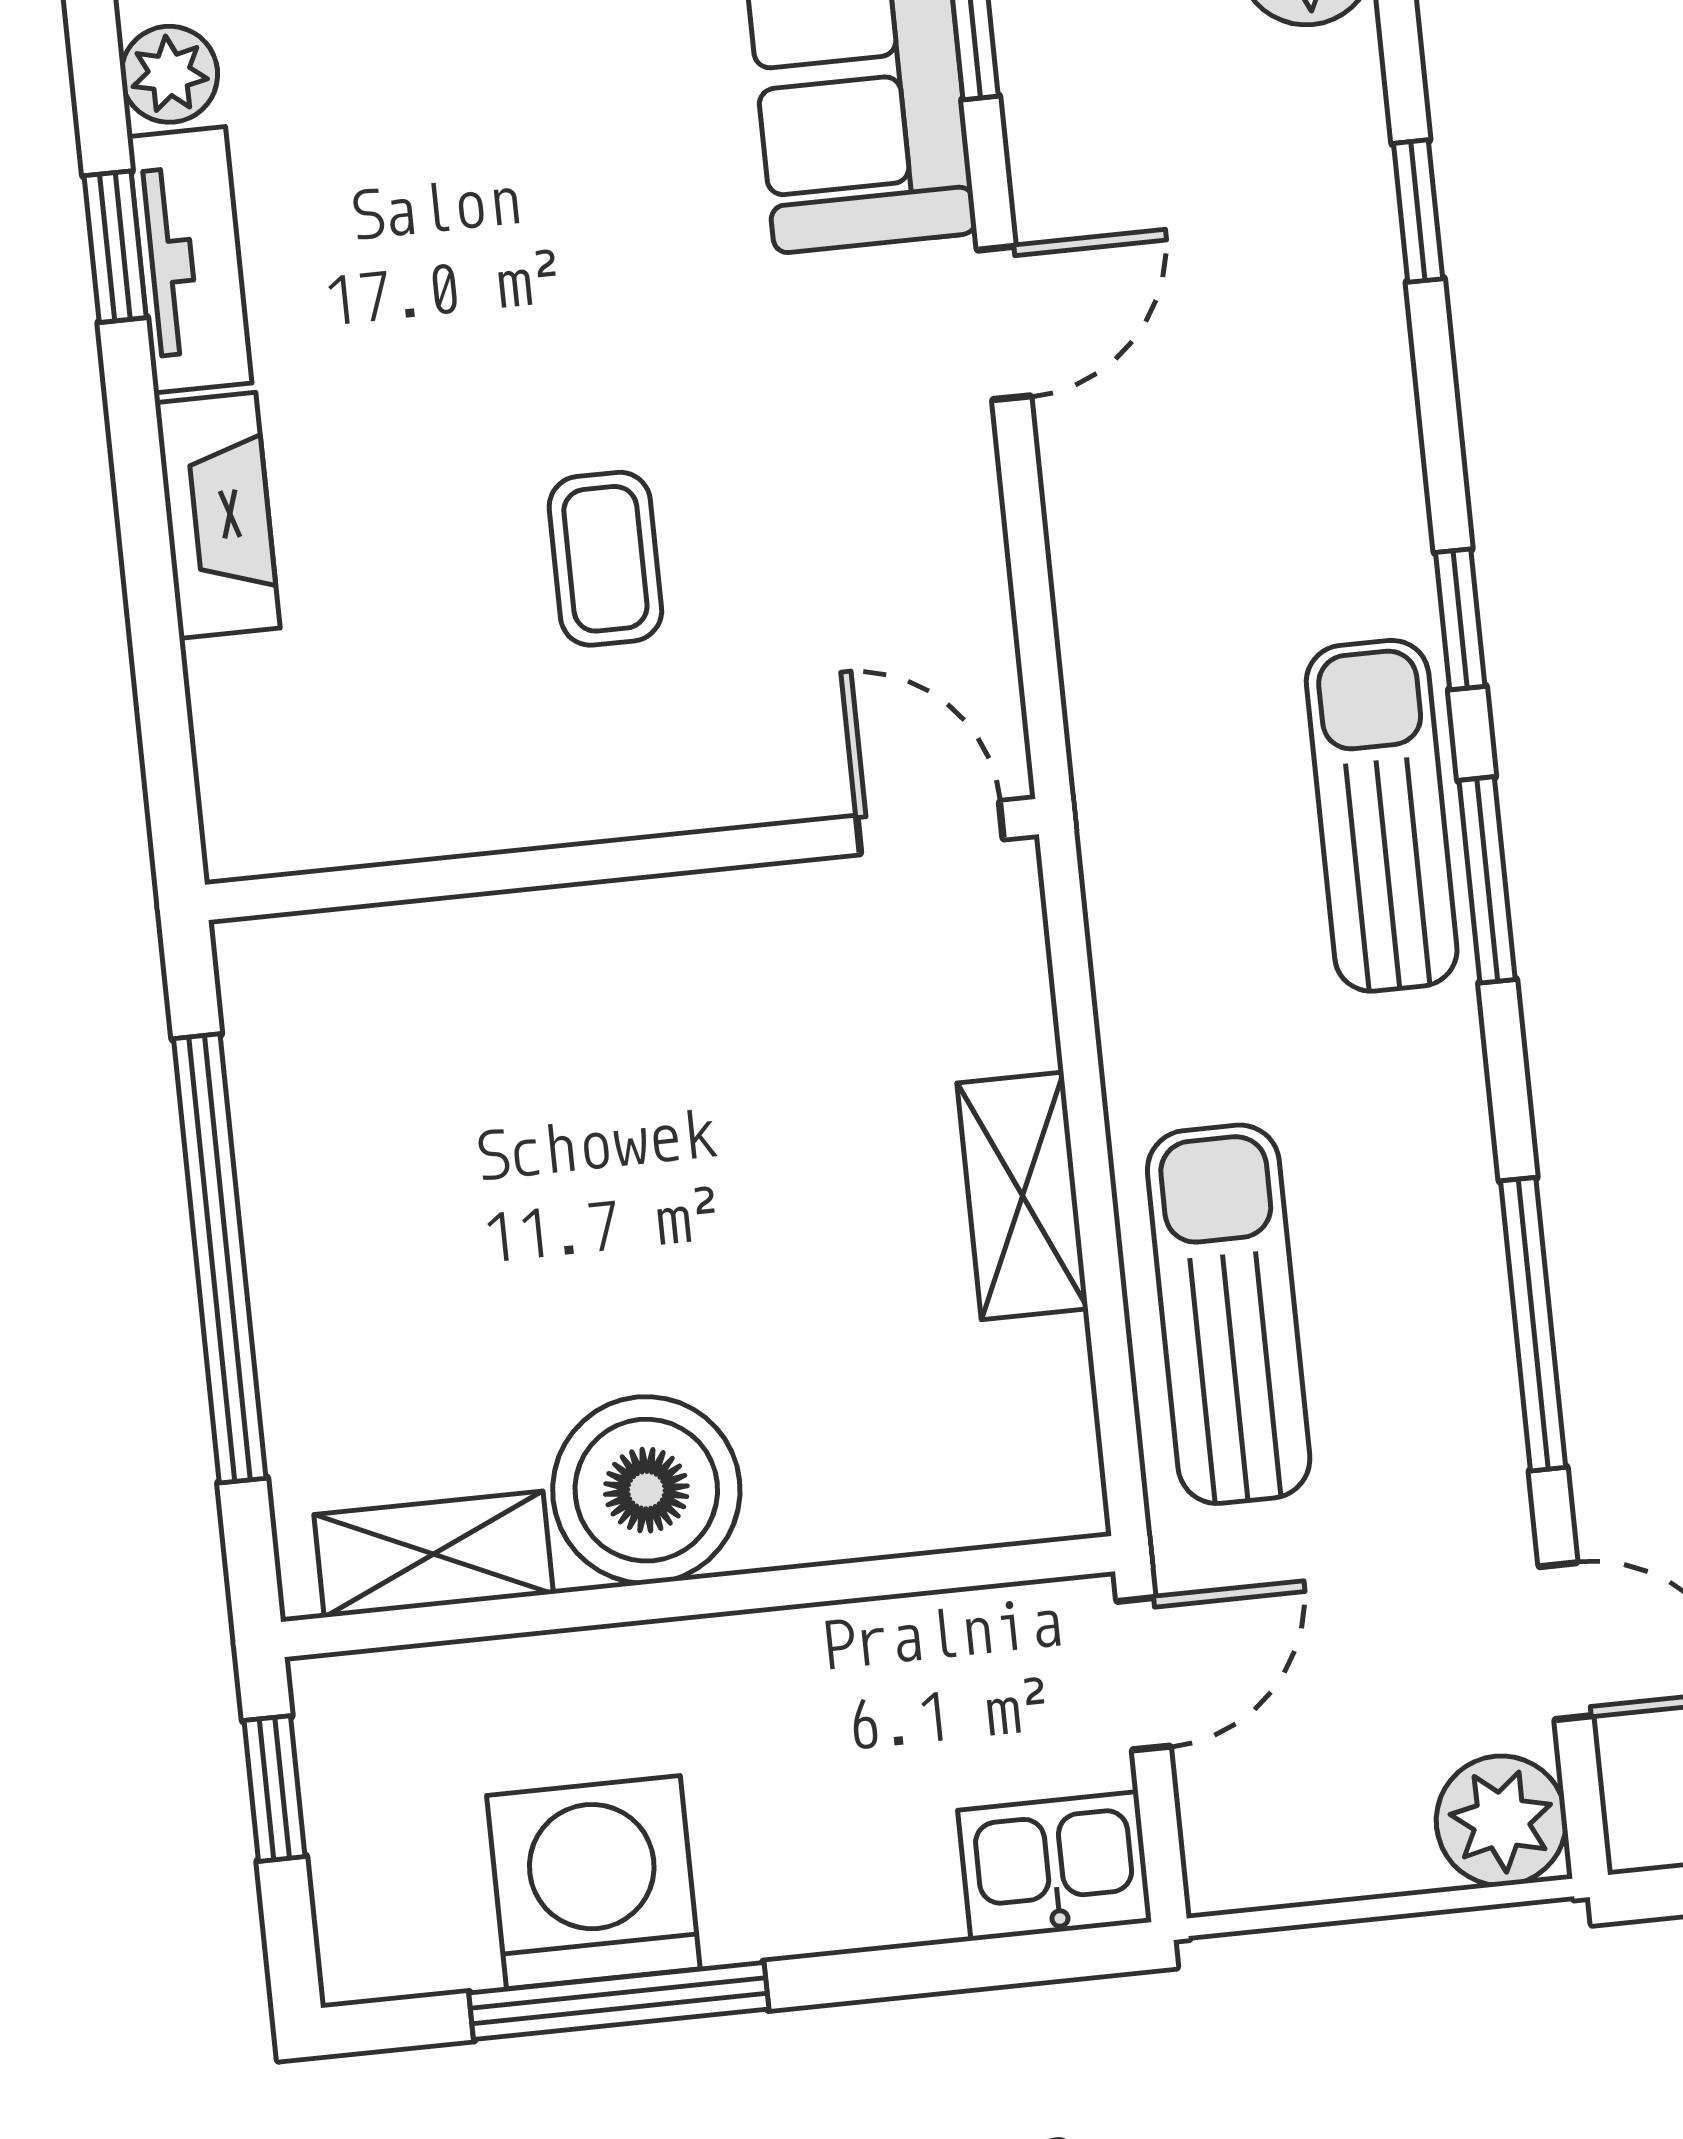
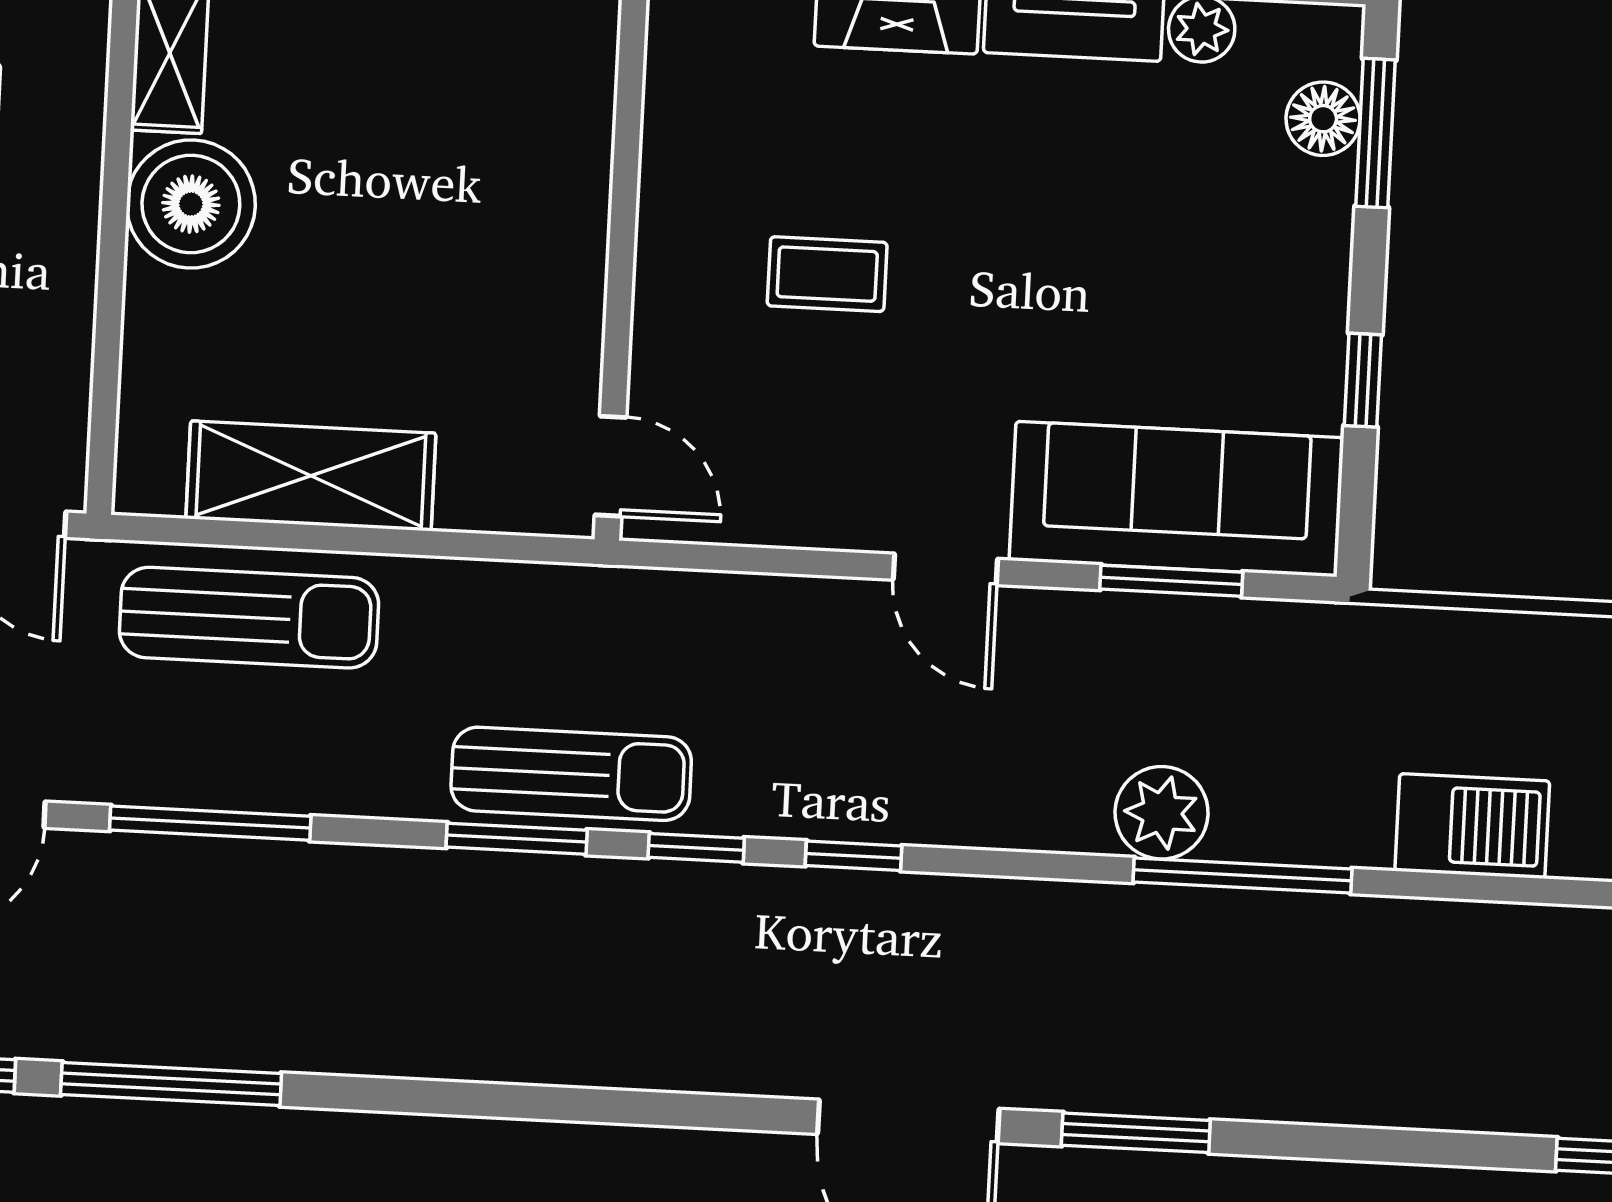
window: (1418, 211) -> (854, 856), moved
door: (930, 828) -> (611, 466), hinge flipped
shelving: (1022, 1196) -> (311, 476), width x1.50, depth x1.33

